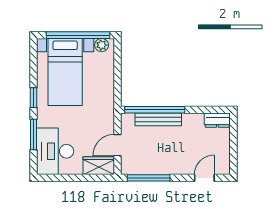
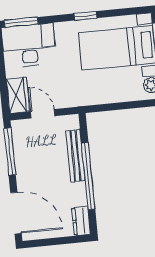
window: (155, 110) -> (88, 176), moved
window: (33, 134) -> (21, 22), moved
door: (204, 178) -> (16, 213), width x1.88

